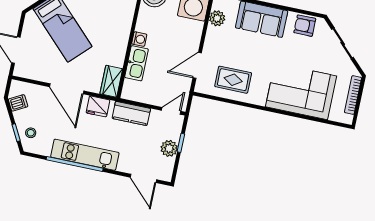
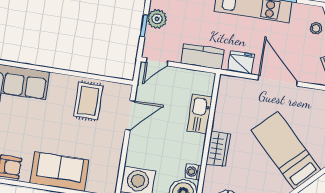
plant: (217, 18) -> (110, 170), removed
washing machine: (139, 39) -> (193, 172), moved
rug: (233, 80) -> (88, 101), turned 90
wardrobe: (111, 81) -> (218, 149), moved

